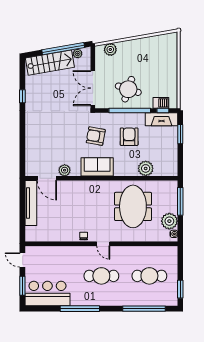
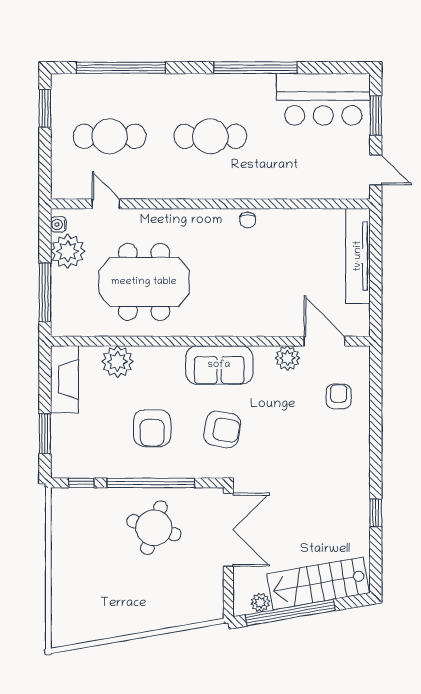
plant: (110, 49) -> (192, 611), removed
barbecue: (161, 103) -> (85, 499), removed
fireplace: (162, 119) -> (64, 379), moved, turned 90
armchair: (40, 152) -> (339, 396), added
tv unit: (31, 203) -> (358, 256), moved
meeting table: (133, 206) -> (144, 282), turned 90
door: (103, 244) -> (106, 204), moved

